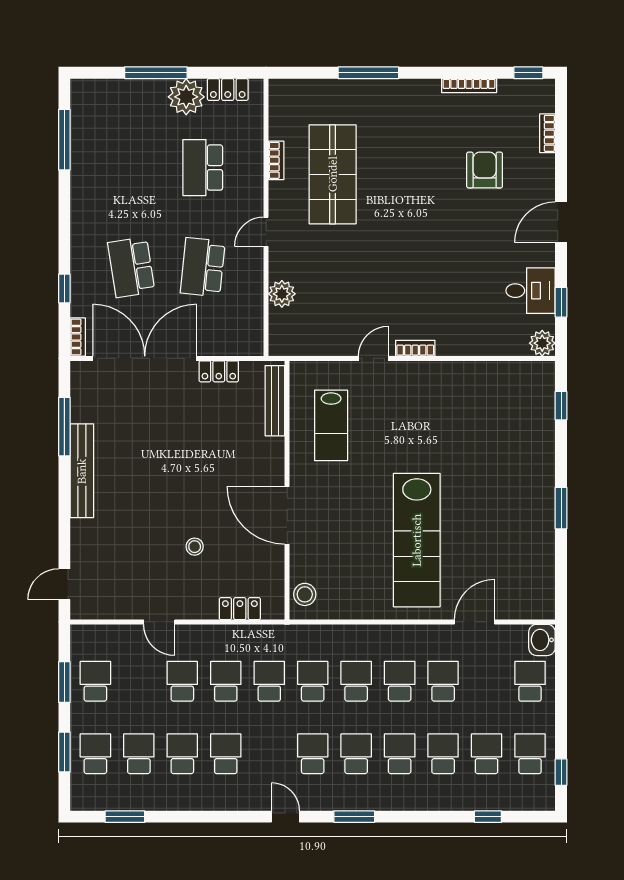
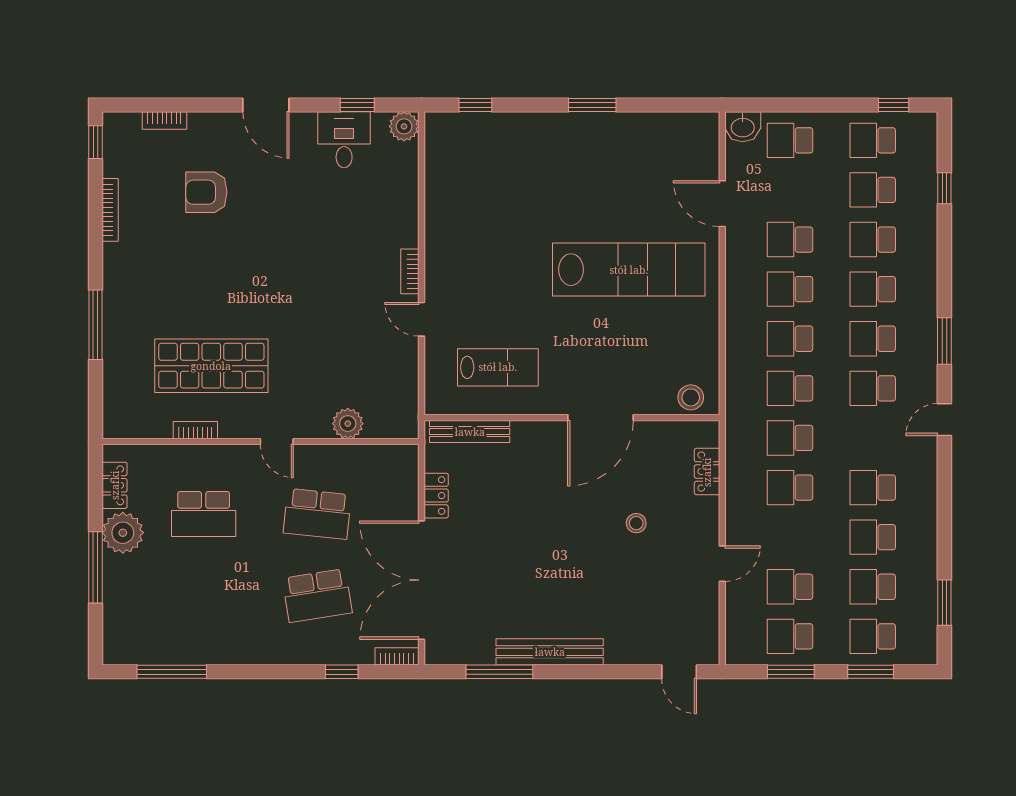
school desk: (182, 681) -> (790, 587), moved

